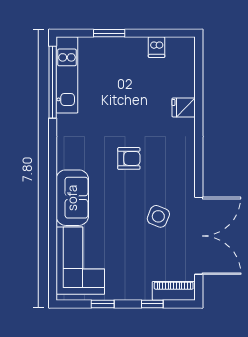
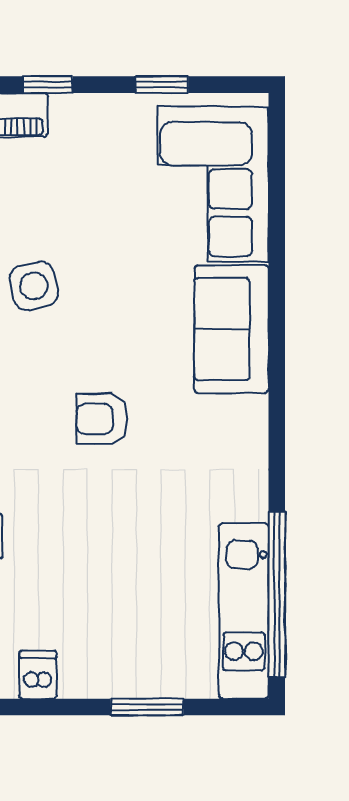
side table: (158, 216) -> (34, 286), turned -35

